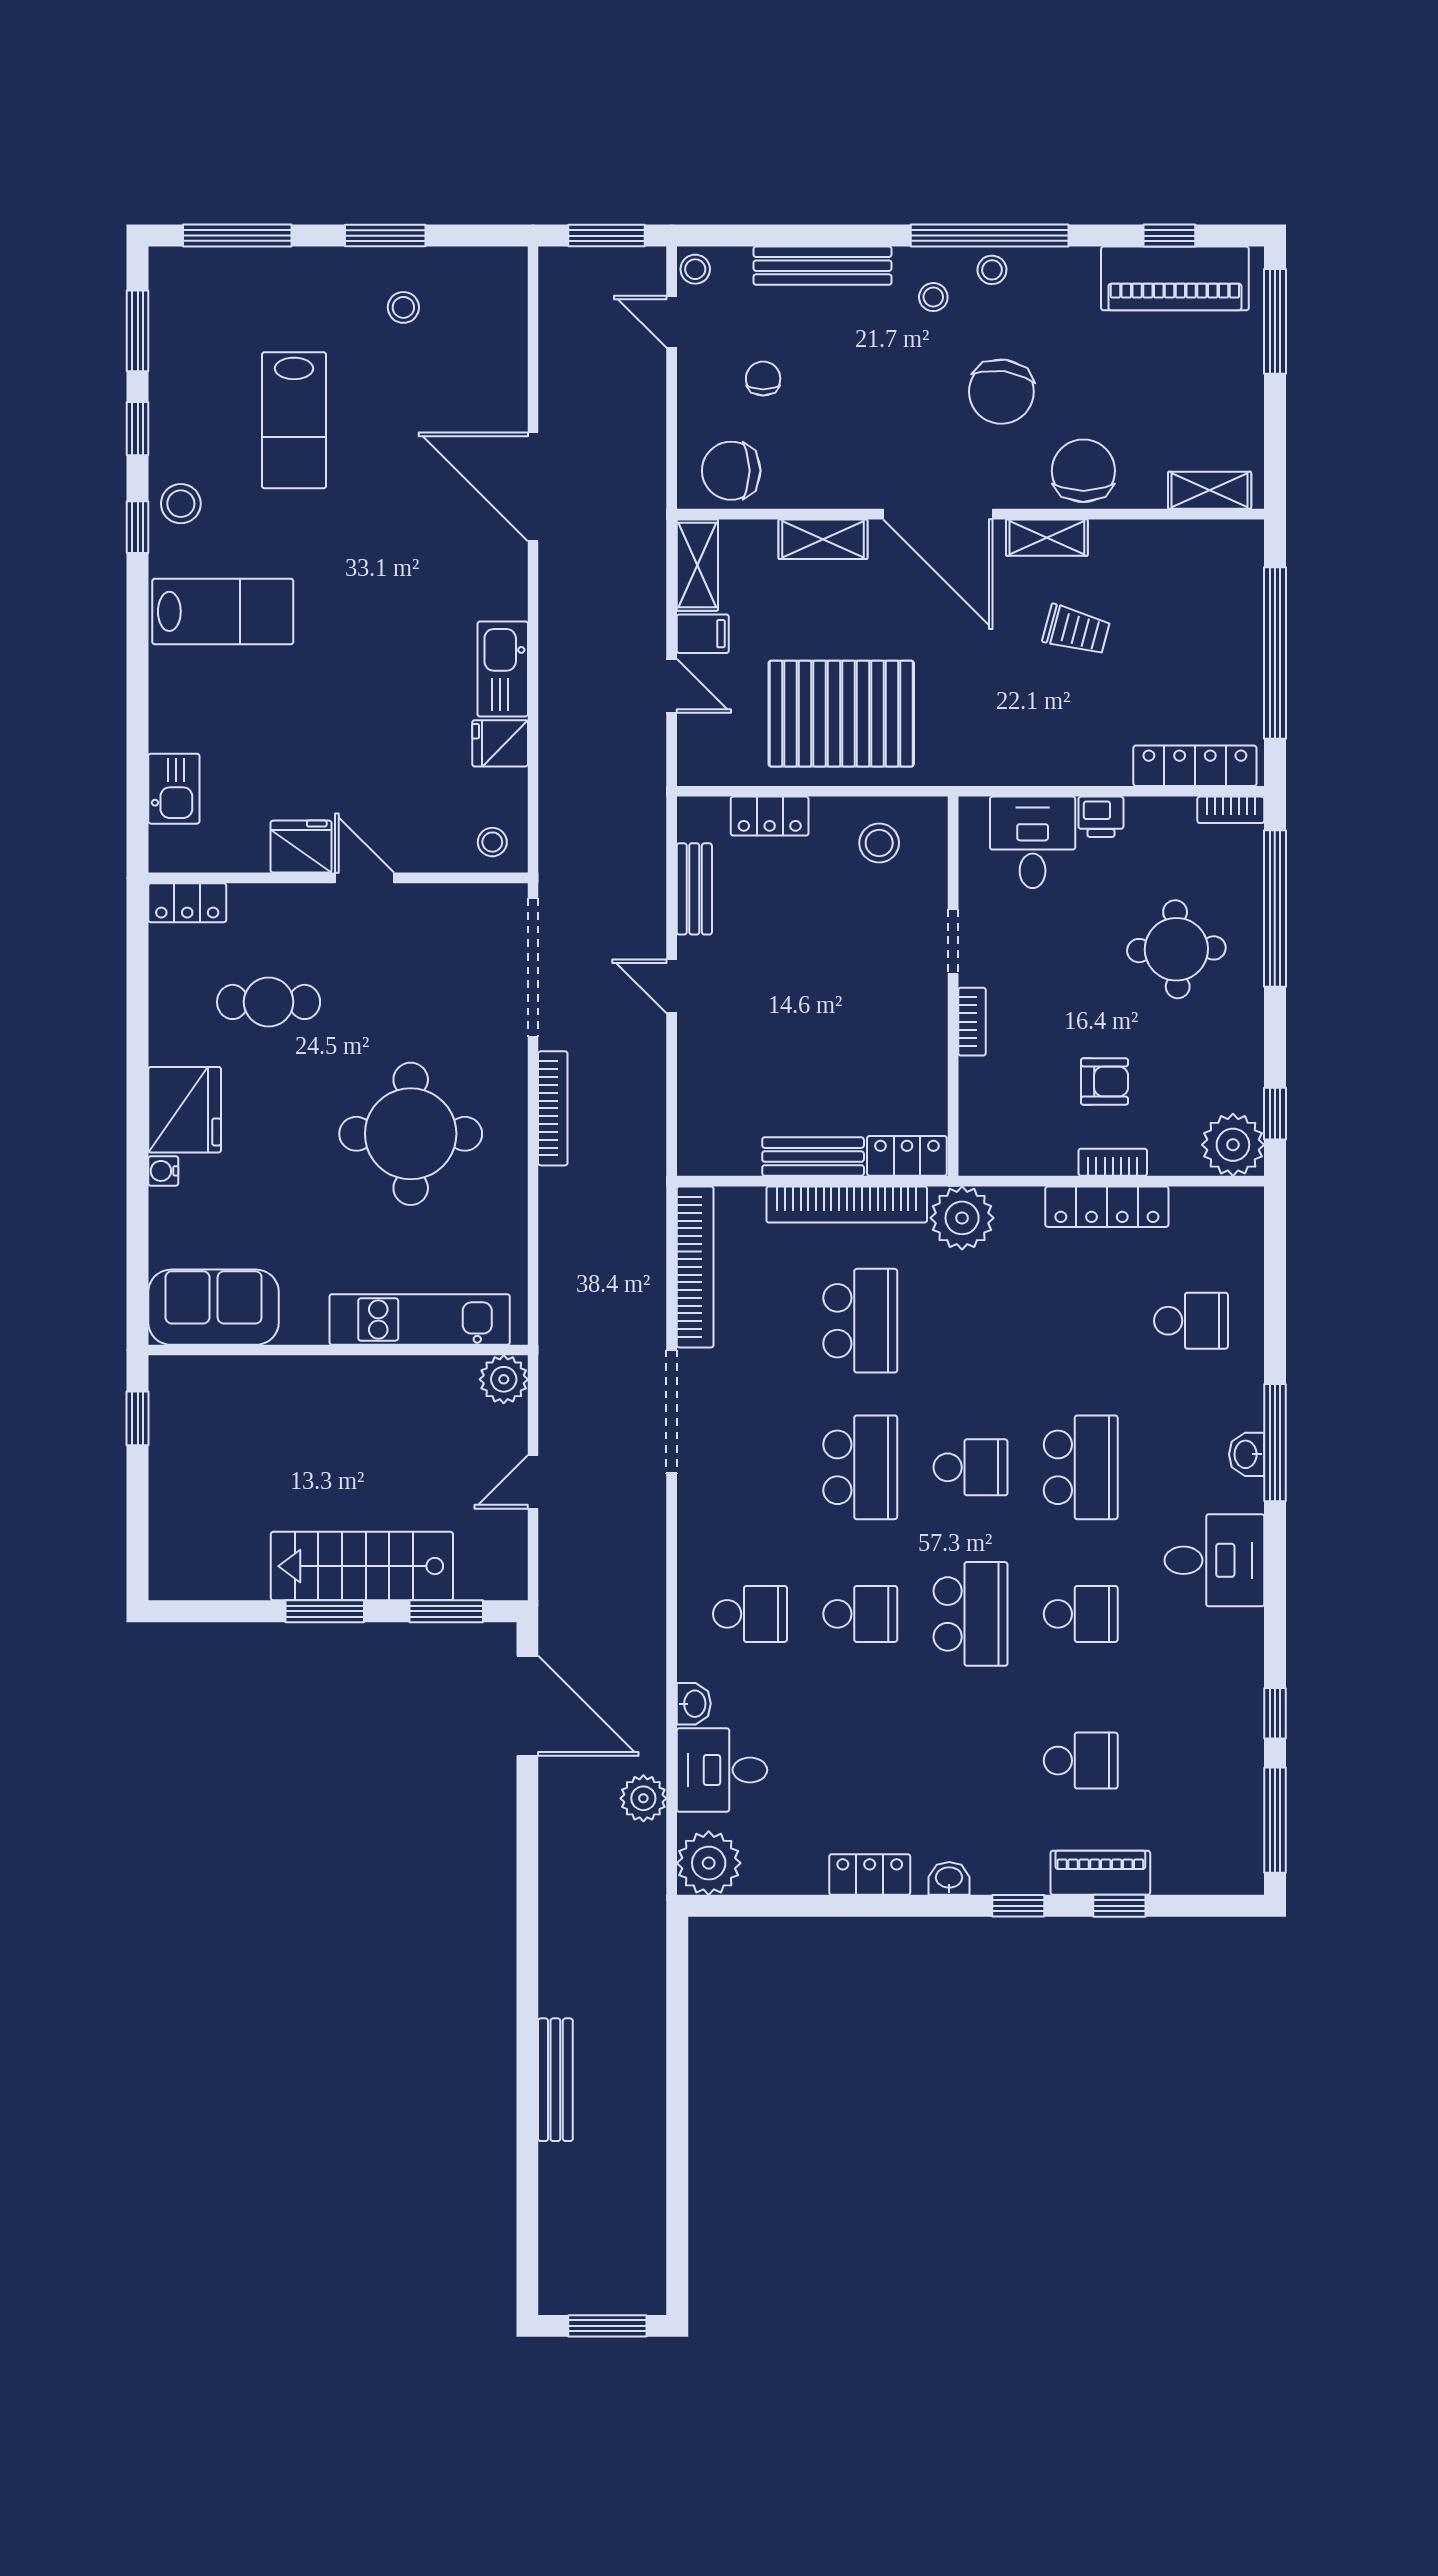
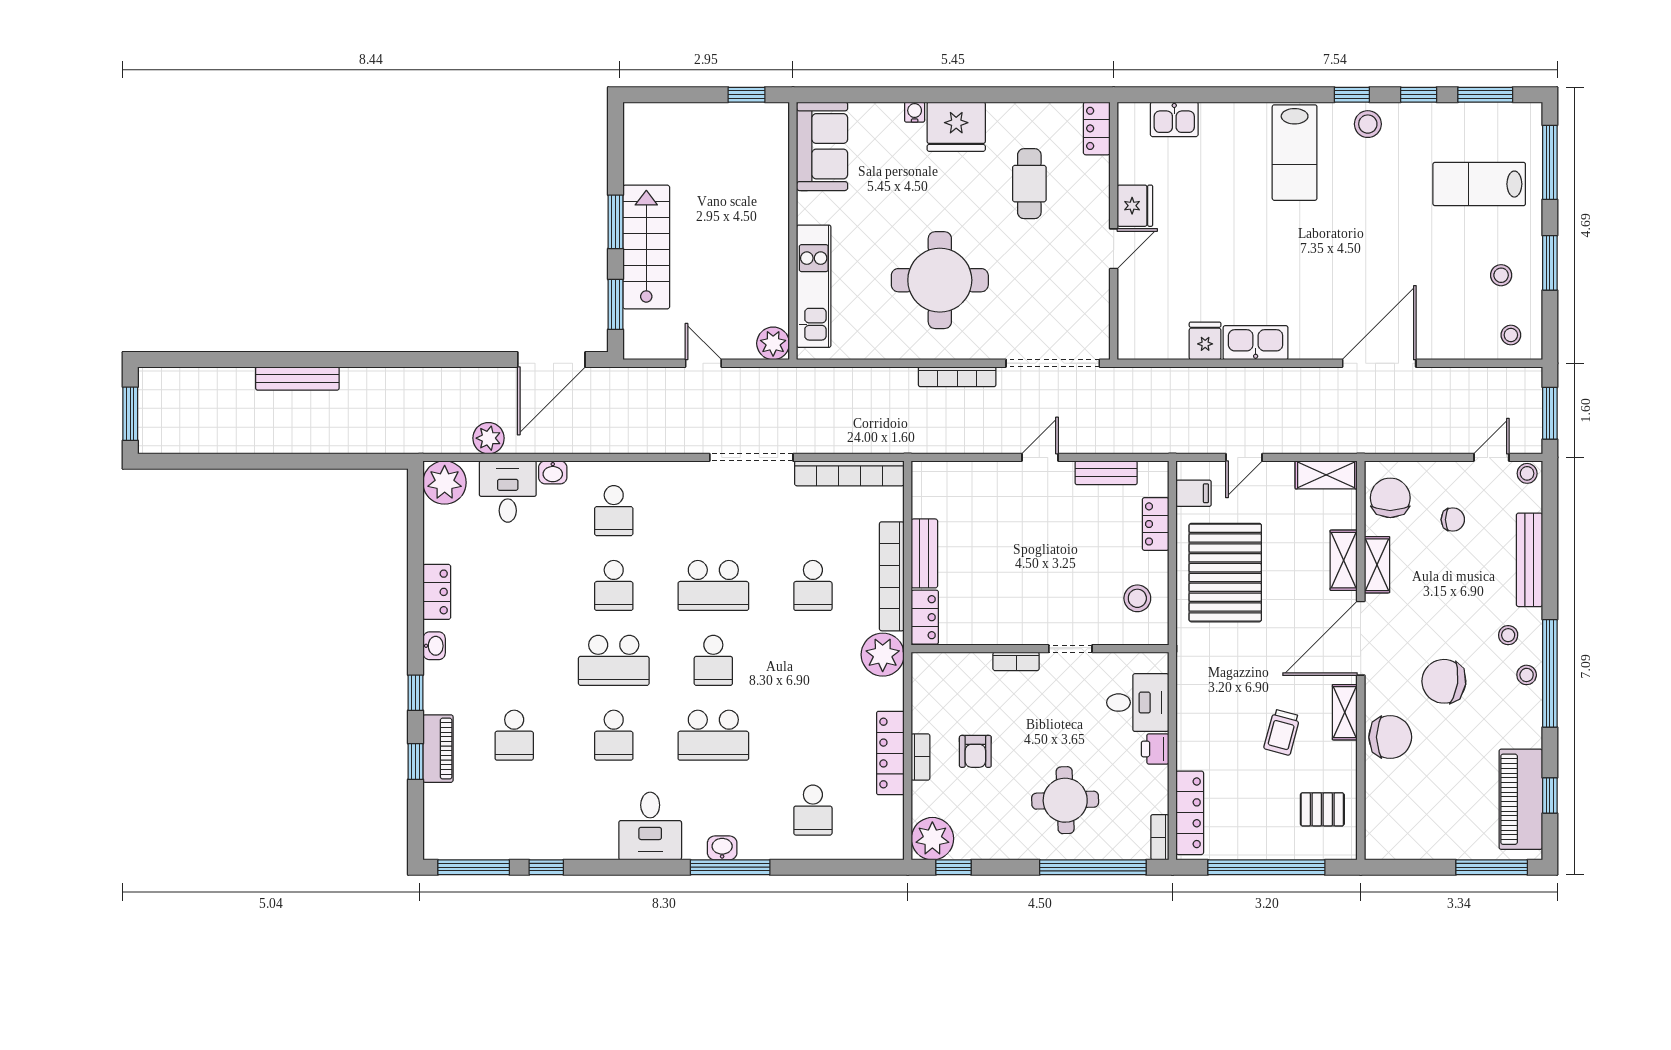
lab bench: (294, 420) -> (1479, 184), moved
shelving: (1210, 490) -> (1377, 565), moved
pallet: (1190, 571) -> (1322, 809), added
filing cabinet: (703, 634) -> (1194, 493), moved, turned -90
stool: (492, 842) -> (1511, 335), moved
school desk: (860, 1321) -> (813, 585), width x0.54

